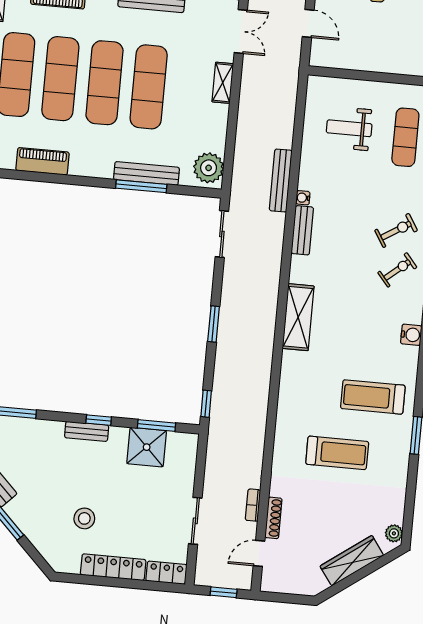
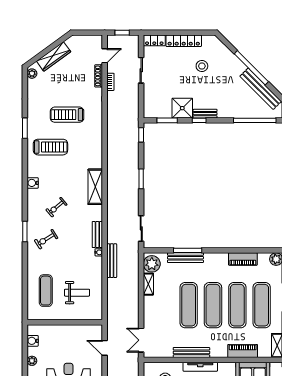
shelving: (223, 83) -> (148, 284), moved
exercise bike: (397, 270) -> (56, 207), moved
shower: (147, 447) -> (182, 108), moved

